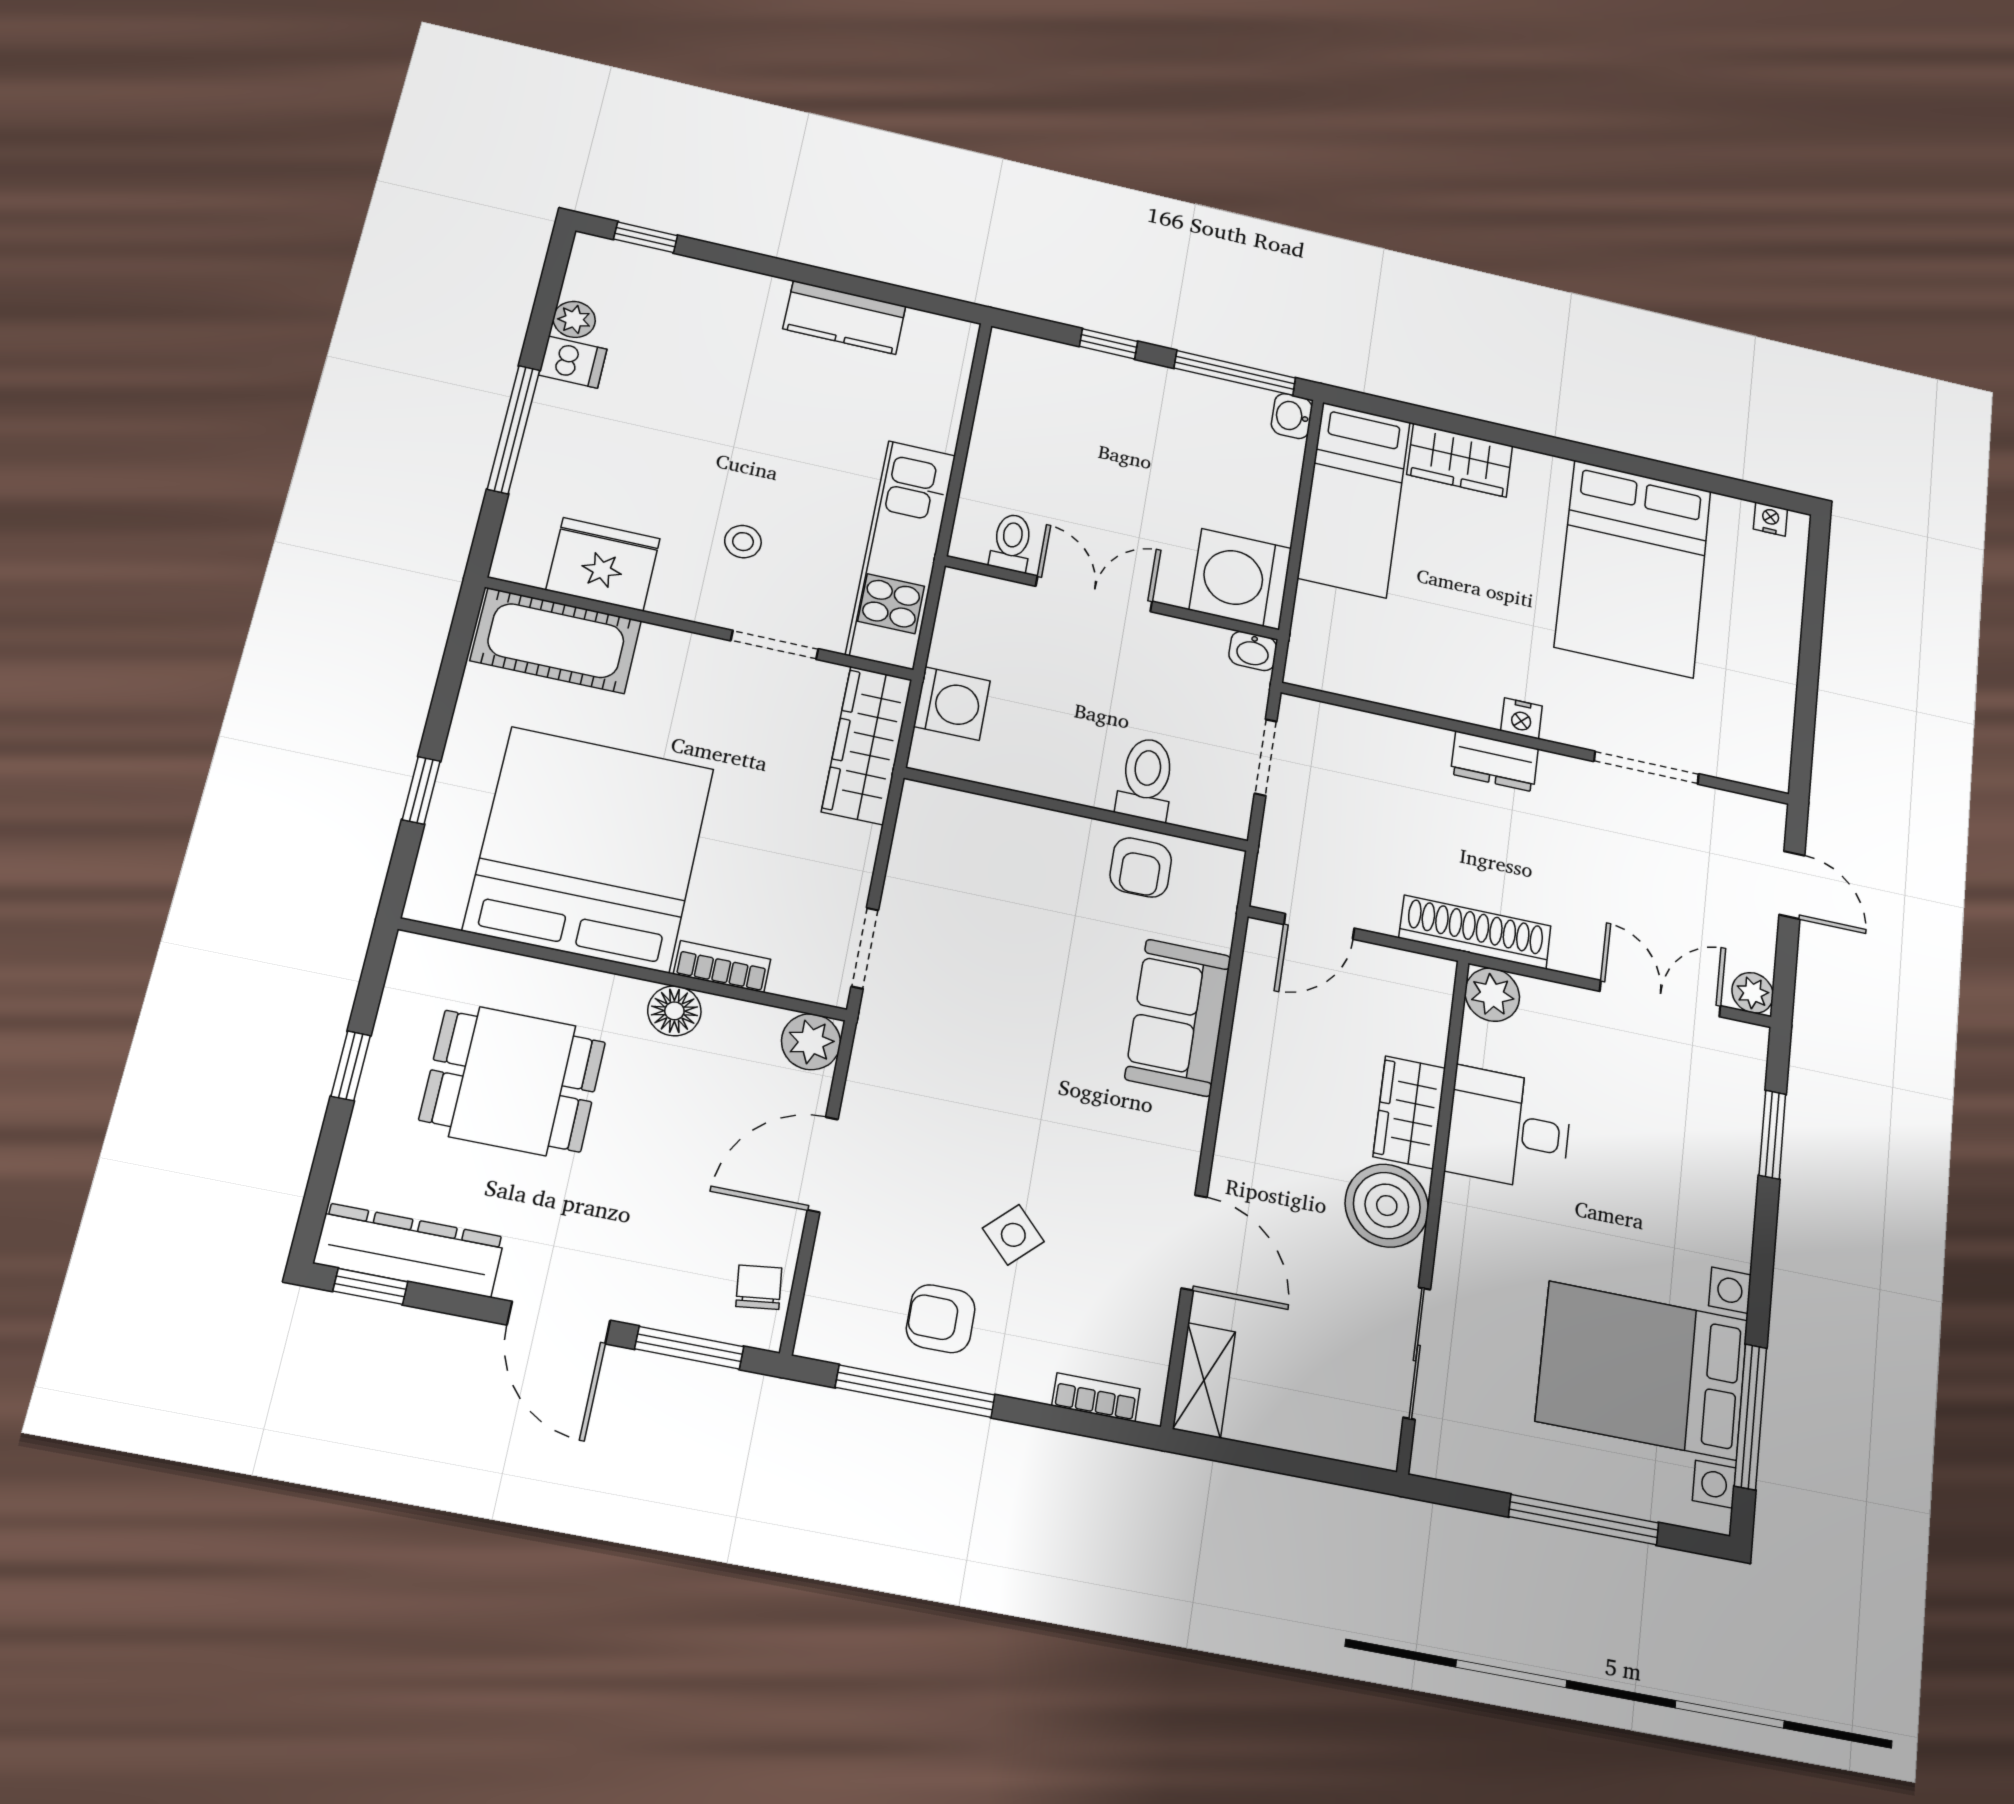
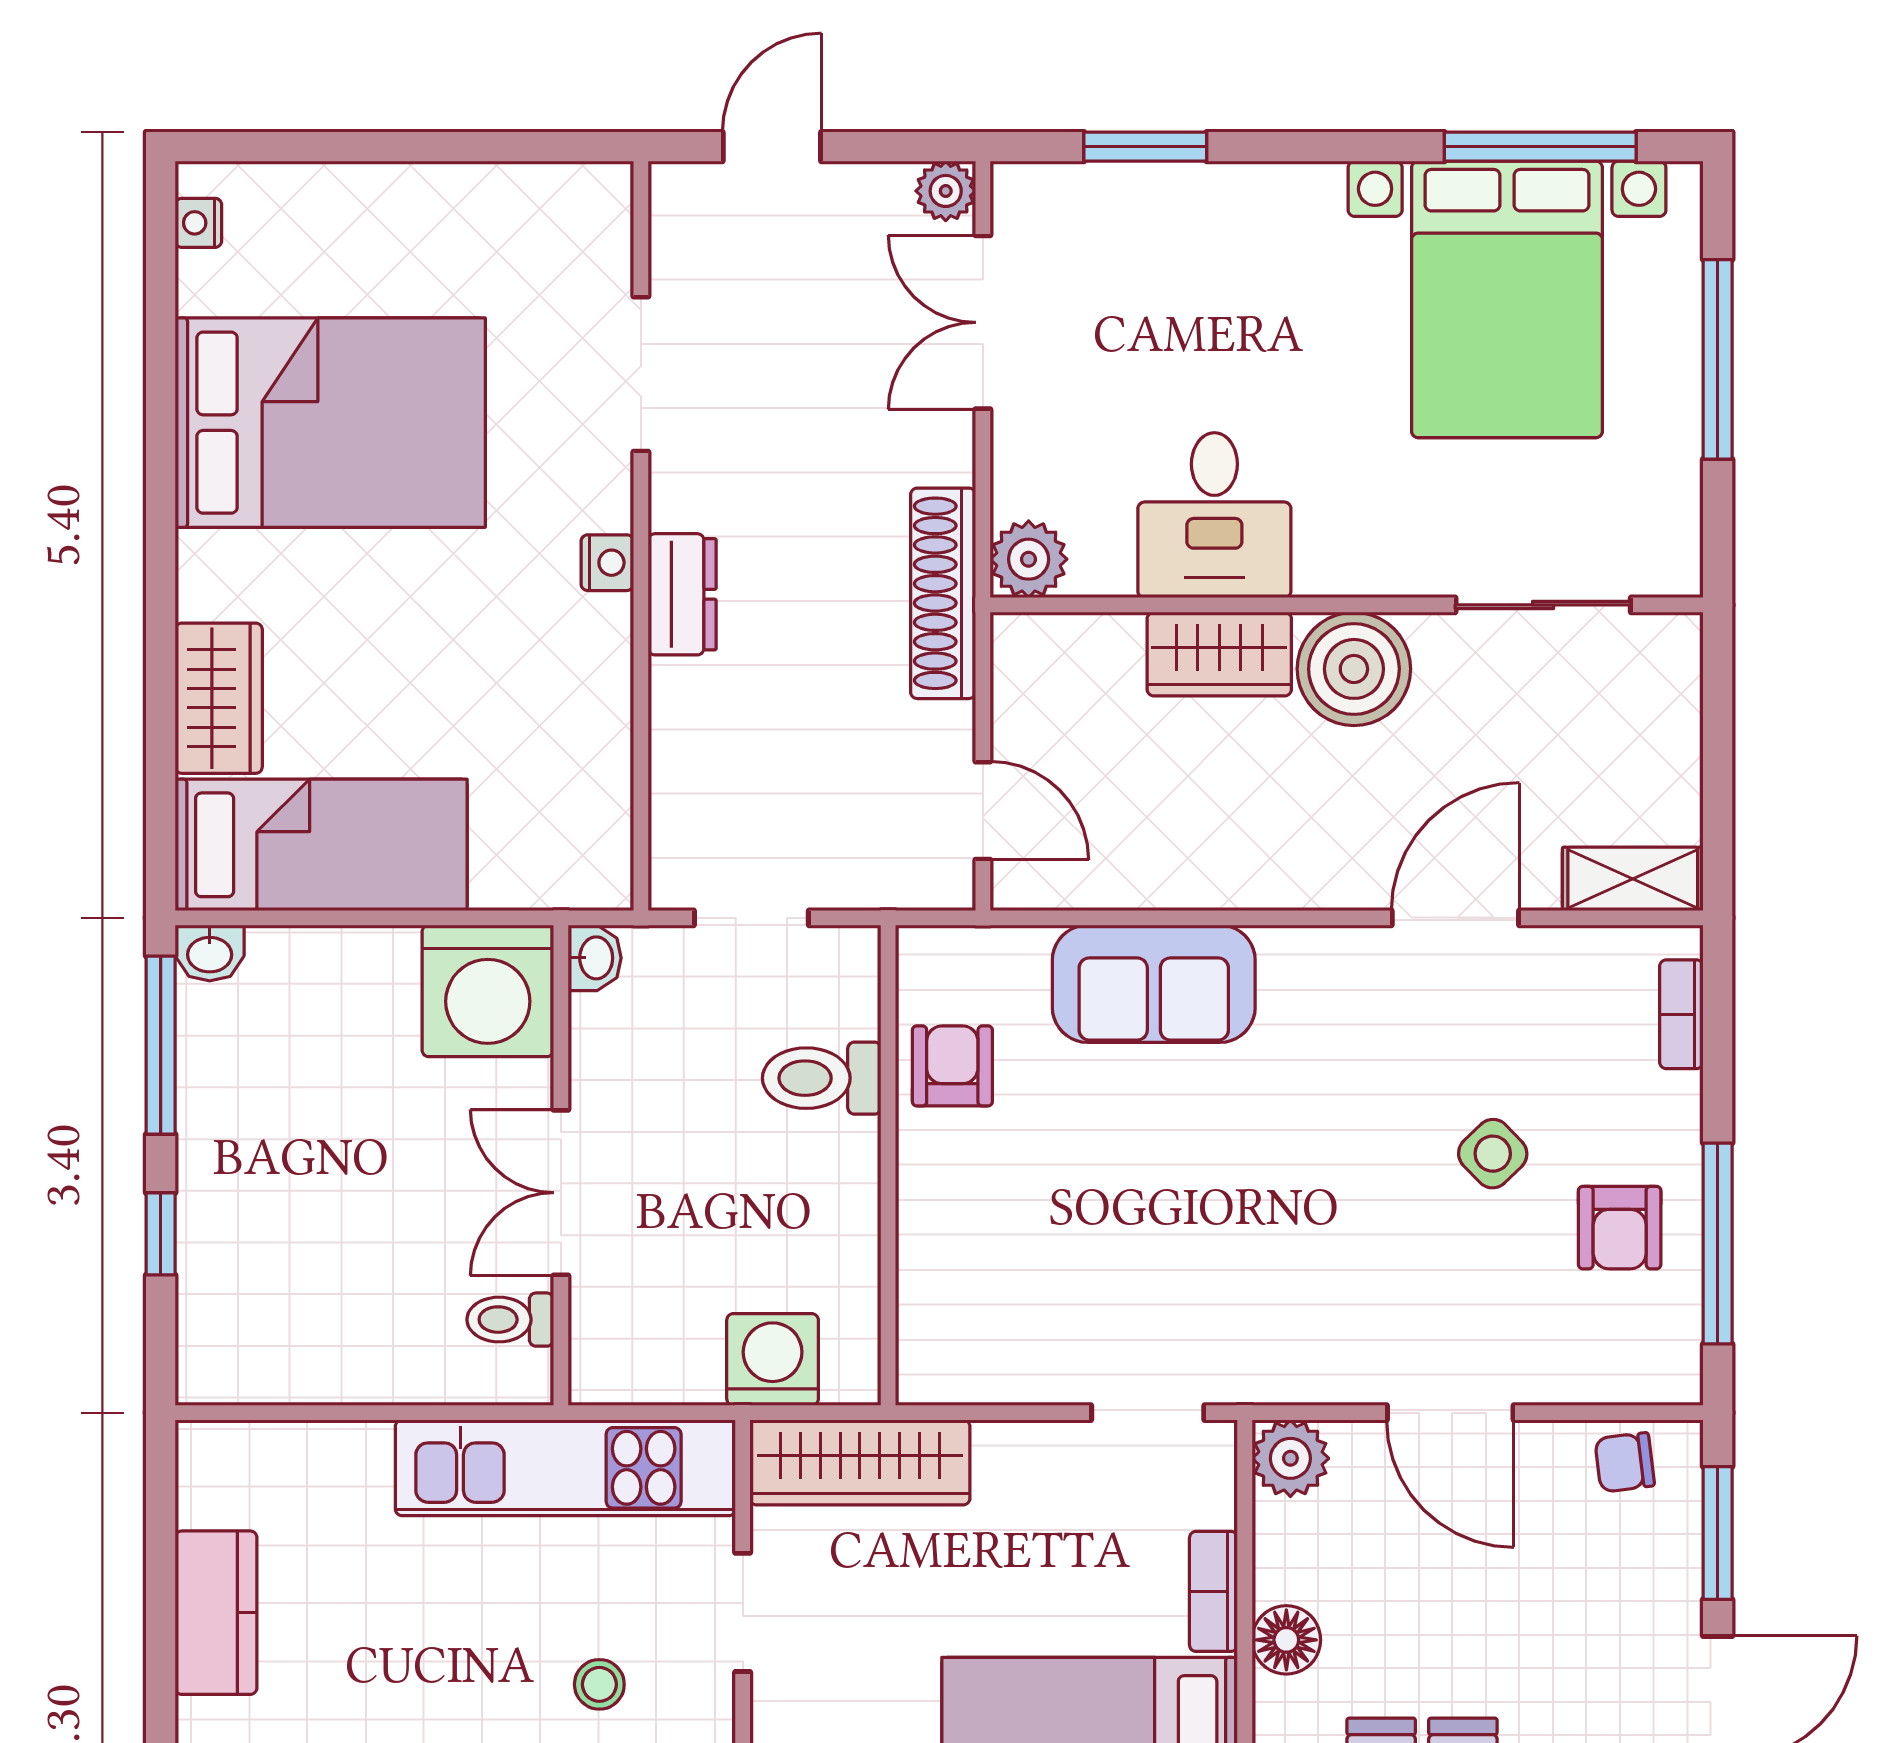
armchair: (1141, 867) -> (952, 1066), turned -90

